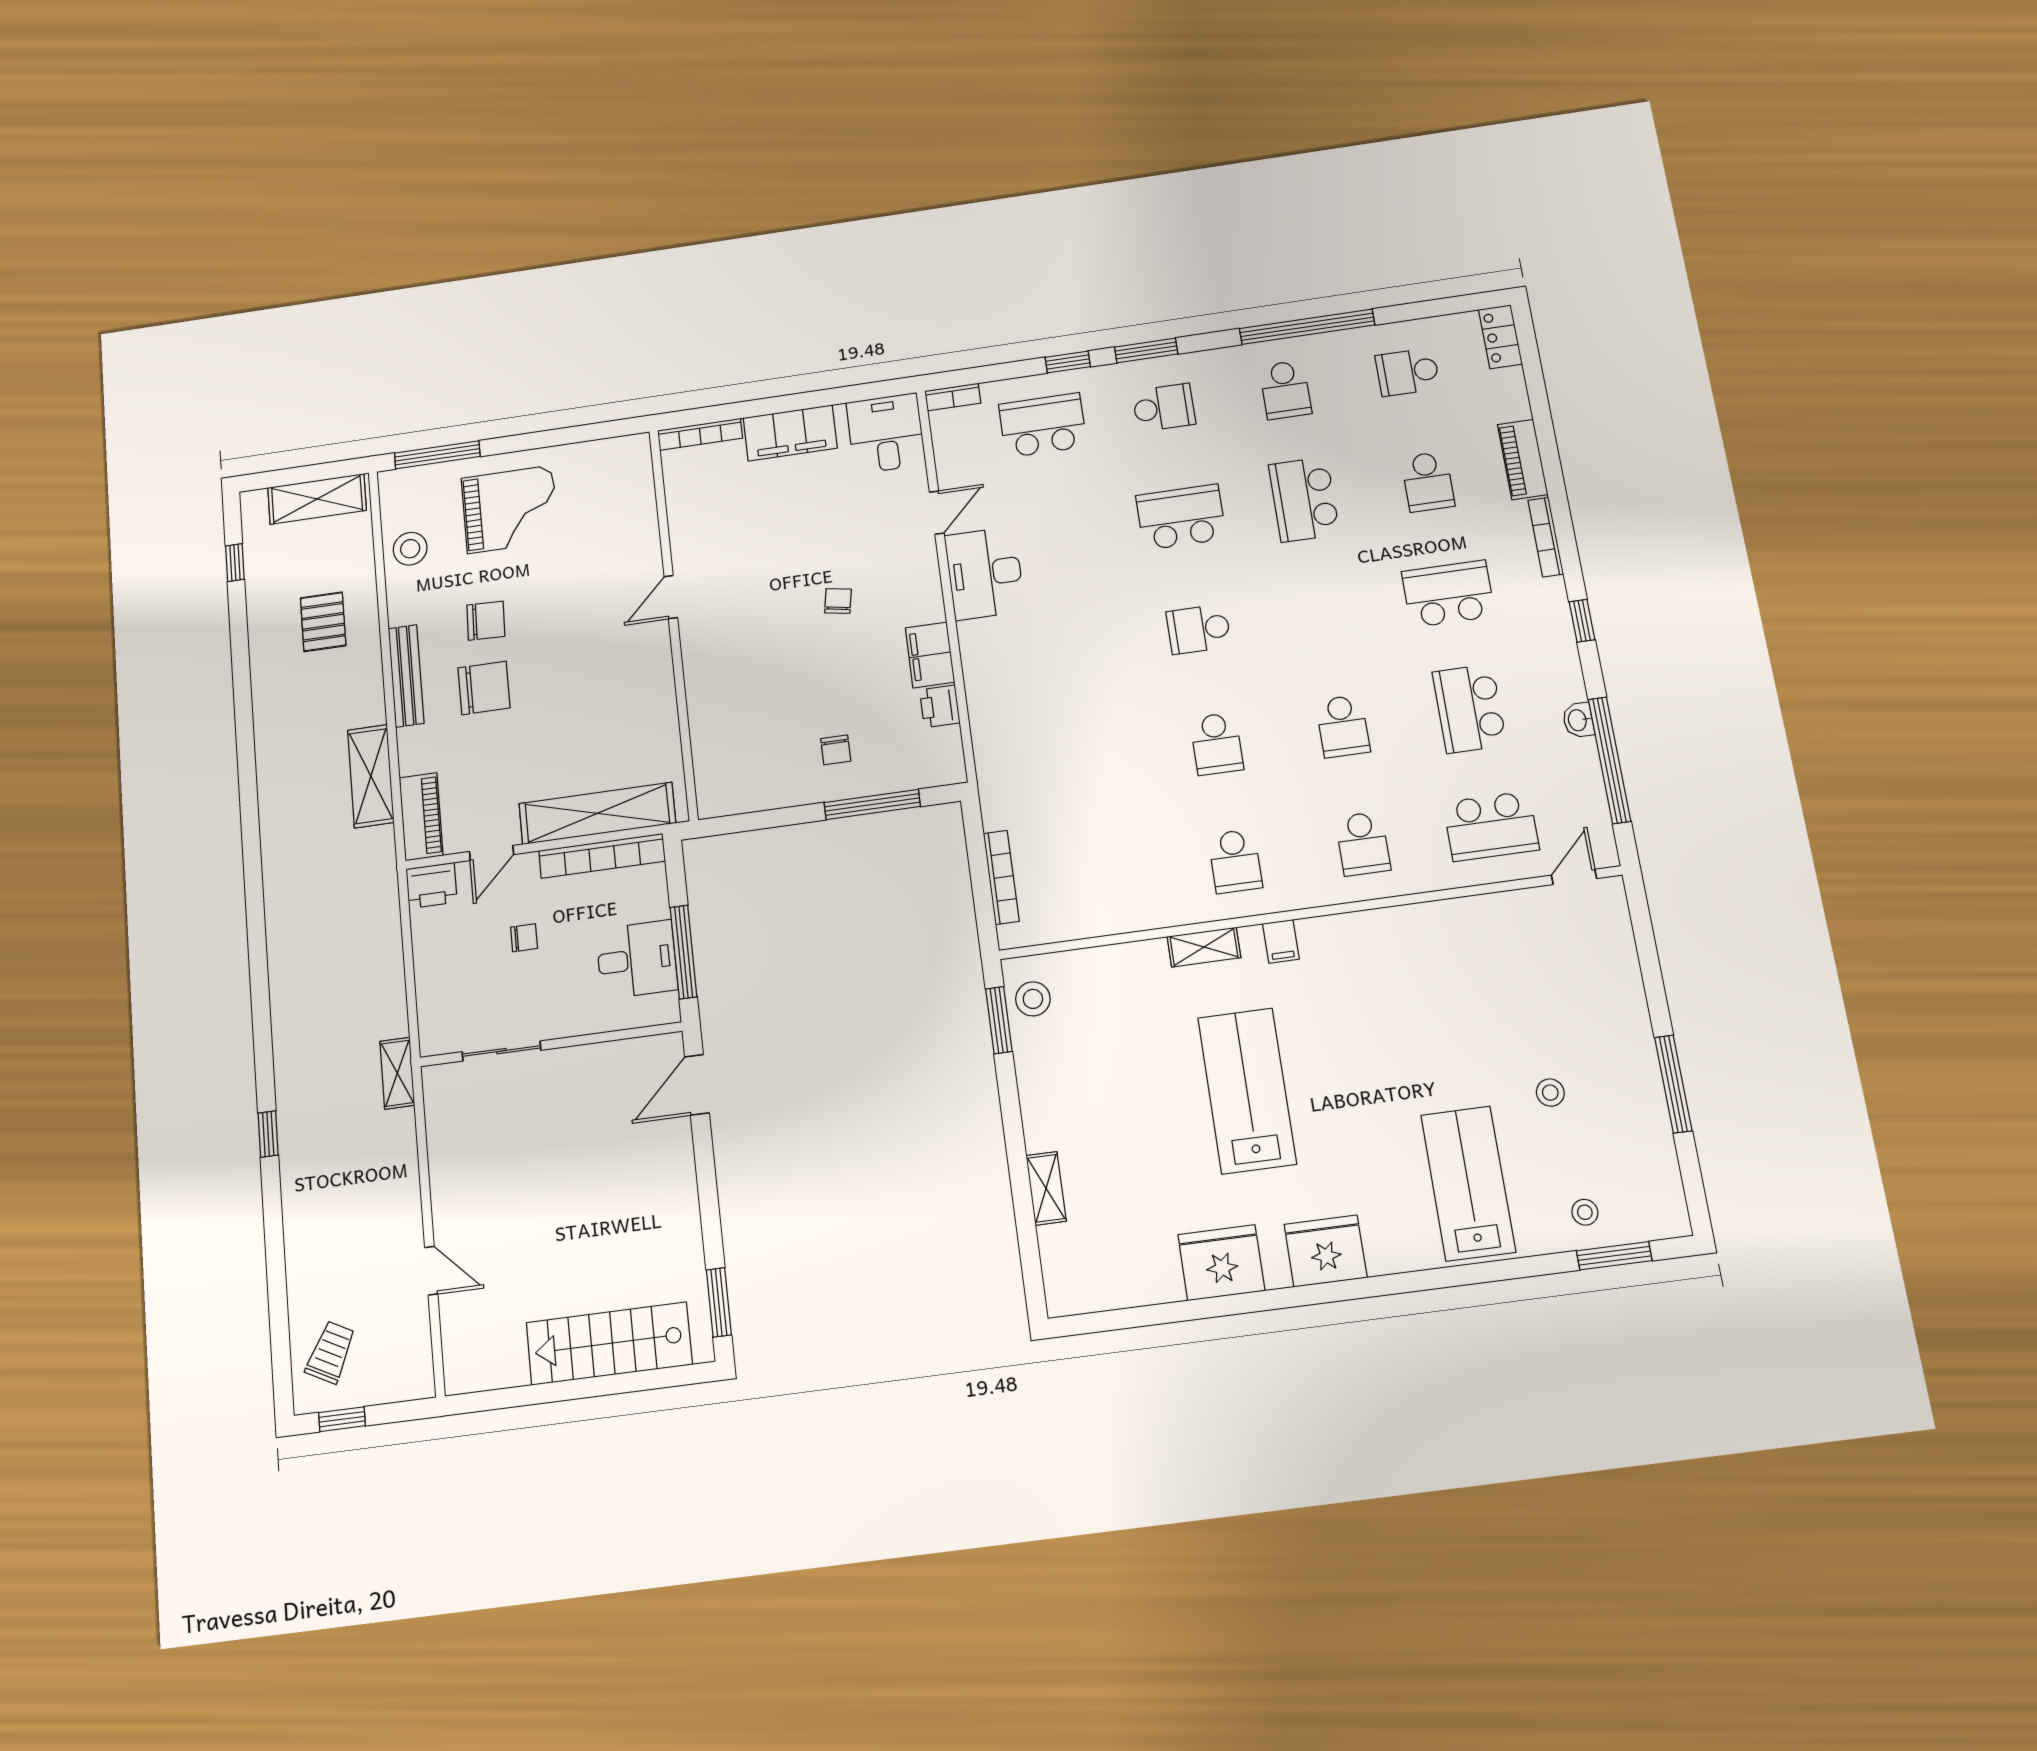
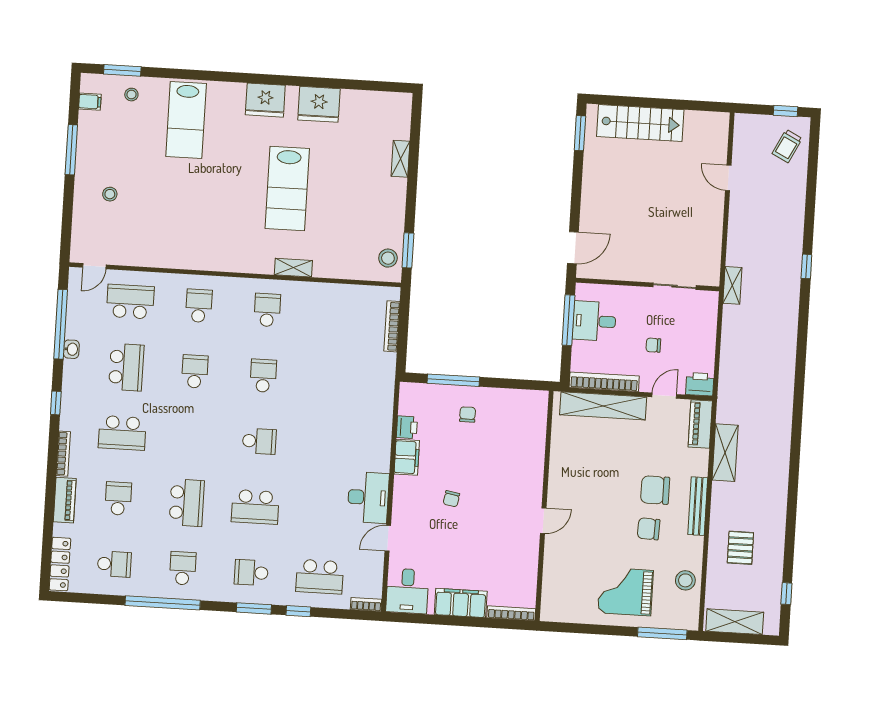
locker: (1500, 337) -> (60, 564), width x1.53
filing cabinet: (1281, 941) -> (90, 102), moved, turned 90
stool: (1550, 1093) -> (110, 194), moved

